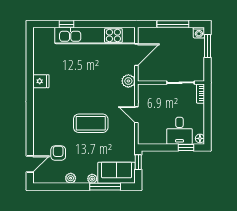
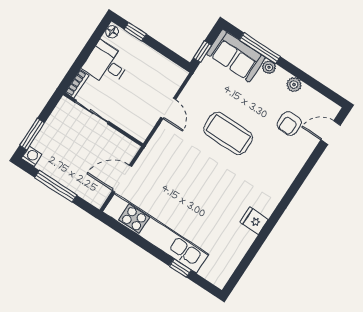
plant: (128, 81) -> (152, 154), removed
desk: (179, 131) -> (106, 64), moved, turned -90

